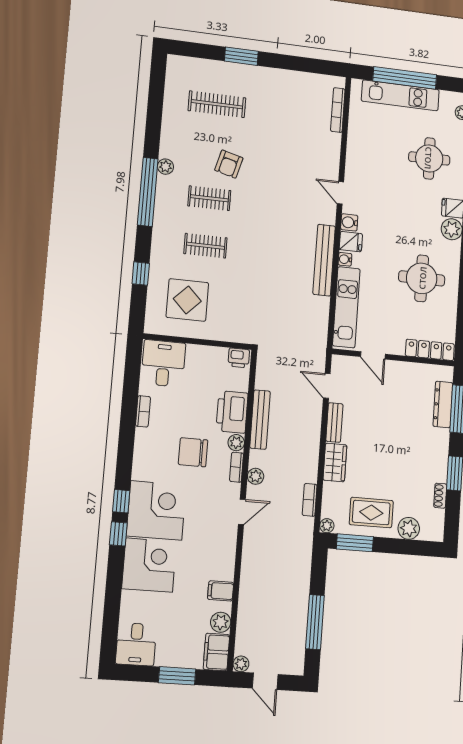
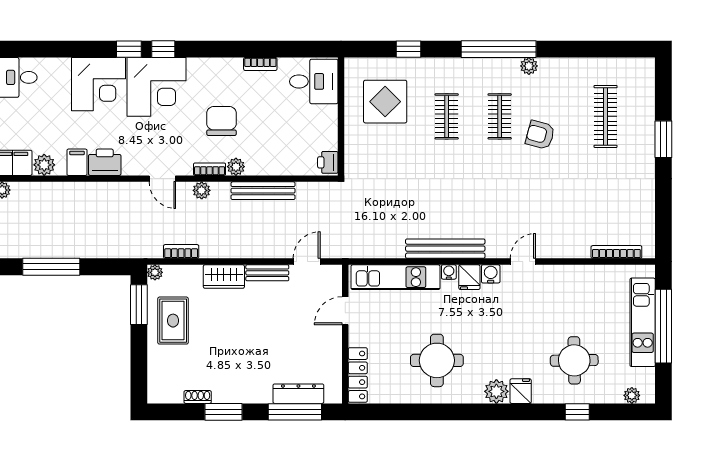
printer: (232, 412) -> (105, 162), moved, width x0.73, depth x0.84
plant: (409, 528) -> (159, 364), removed

